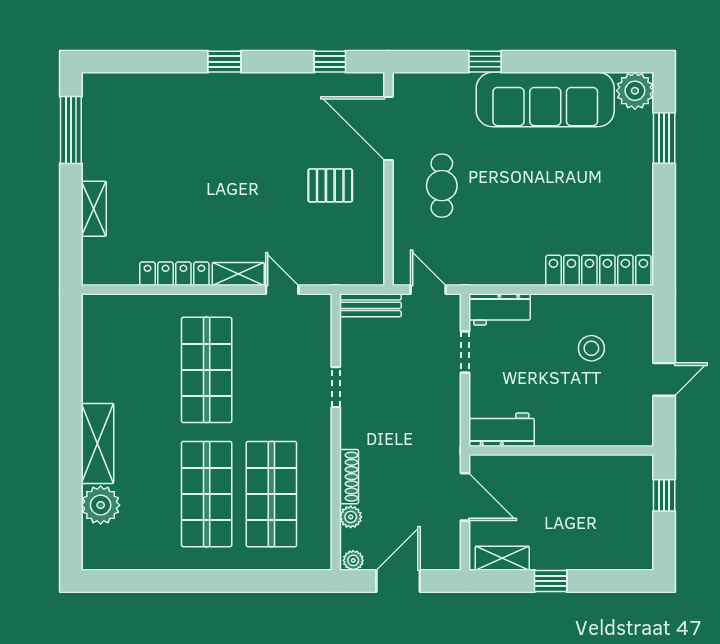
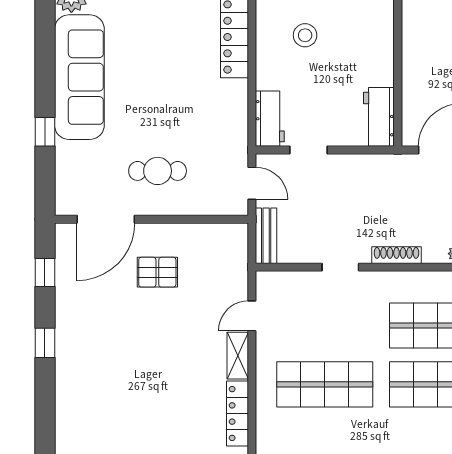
window: (224, 62) -> (45, 343), moved
pallet: (330, 185) -> (157, 272), turned 90
door: (428, 290) -> (252, 183), swing flipped
shoe rack: (349, 477) -> (396, 255), moved

